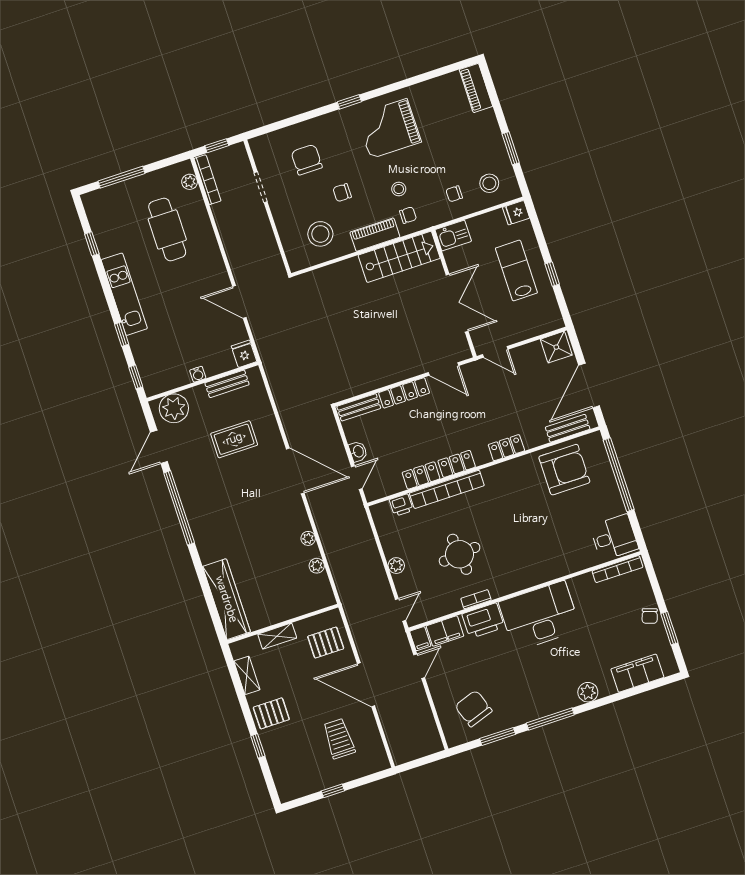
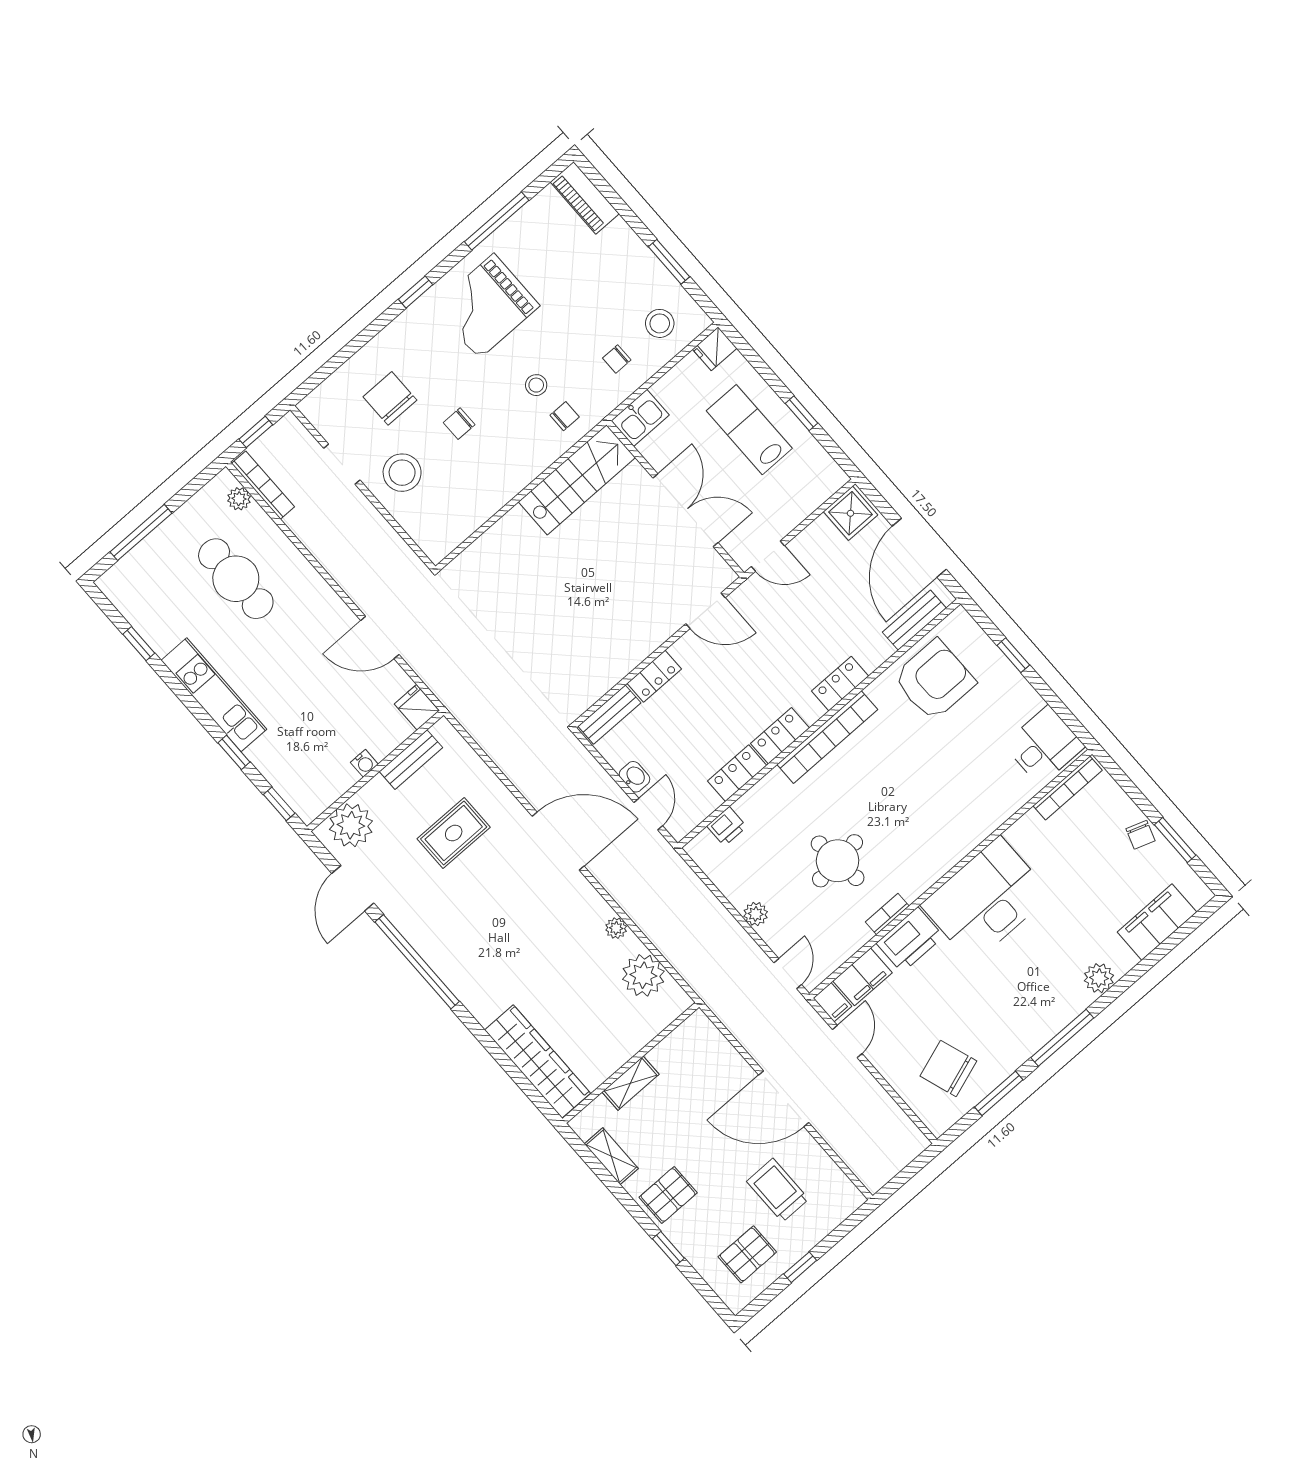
window: (417, 80) -> (497, 221), added
stool: (320, 234) -> (402, 473), moved
piano: (375, 235) -> (530, 463), removed
locker: (404, 393) -> (654, 676), width x0.66
window: (619, 475) -> (1013, 655), width x0.32
bookcase: (447, 489) -> (827, 737), moved
plant: (317, 566) -> (643, 975), width x1.87, depth x1.87
pallet: (326, 643) -> (747, 1254), moved

